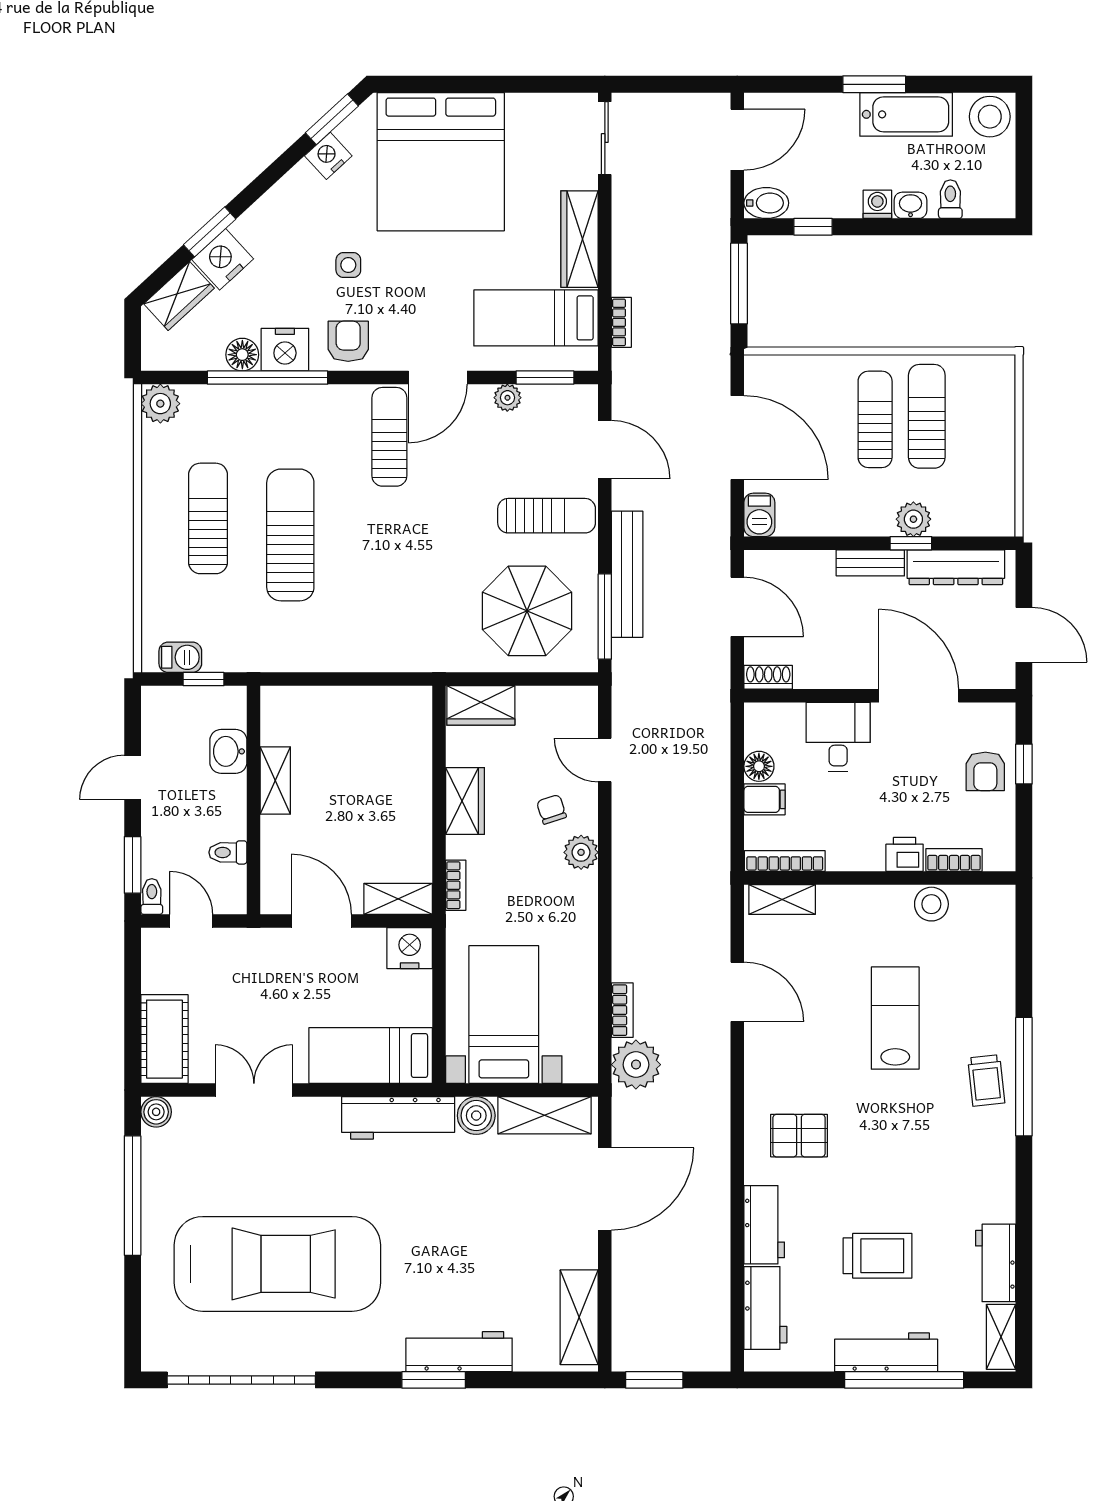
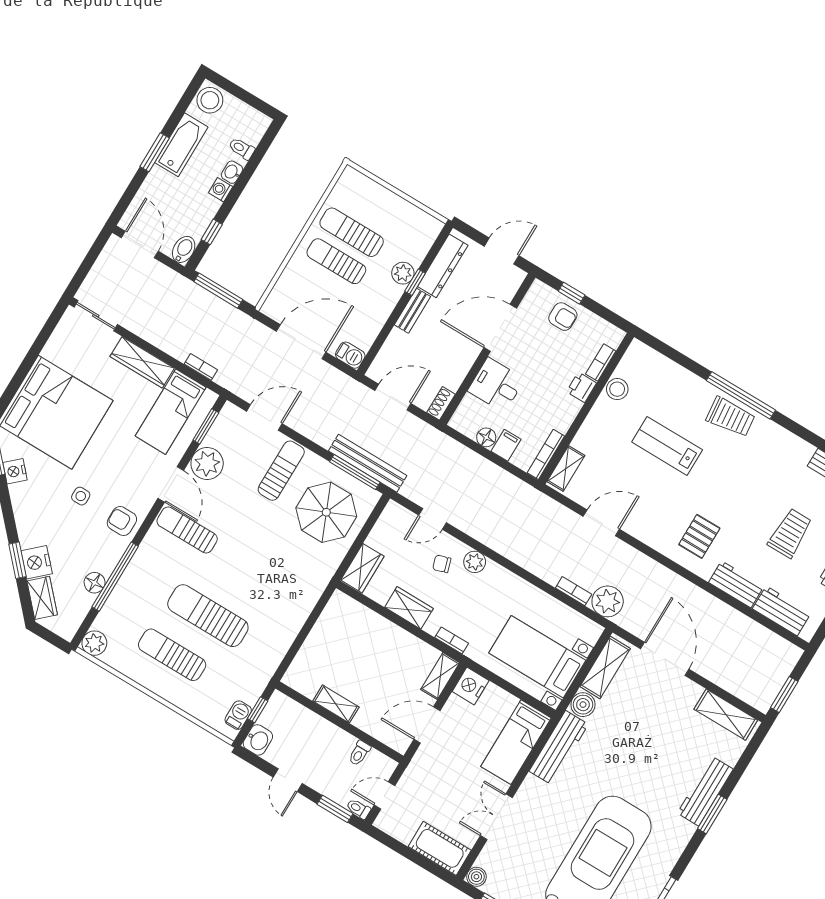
nightstand: (285, 350) -> (106, 558), removed
plant: (507, 398) -> (207, 464), width x1.87, depth x1.87
bench: (627, 574) -> (368, 463), moved
washbasin: (228, 751) -> (258, 740), moved, turned -90
trolley: (986, 1080) -> (731, 417), width x1.36, depth x1.39

